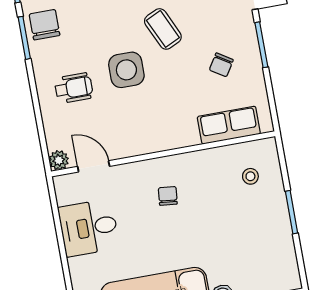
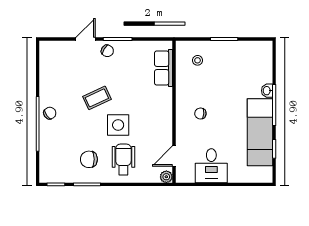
chair: (45, 25) -> (89, 159), moved
chair: (221, 65) -> (107, 51), moved
wheelchair: (74, 88) -> (123, 159), width x1.36, depth x1.37

